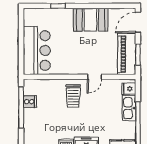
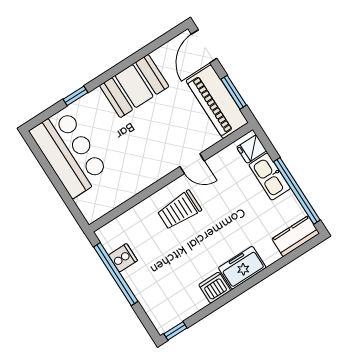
bar counter: (37, 51) -> (69, 153), moved
door: (94, 77) -> (192, 164), hinge flipped
trolley: (73, 96) -> (179, 210), turned 90

